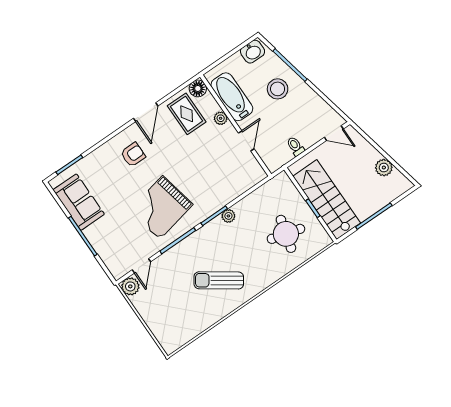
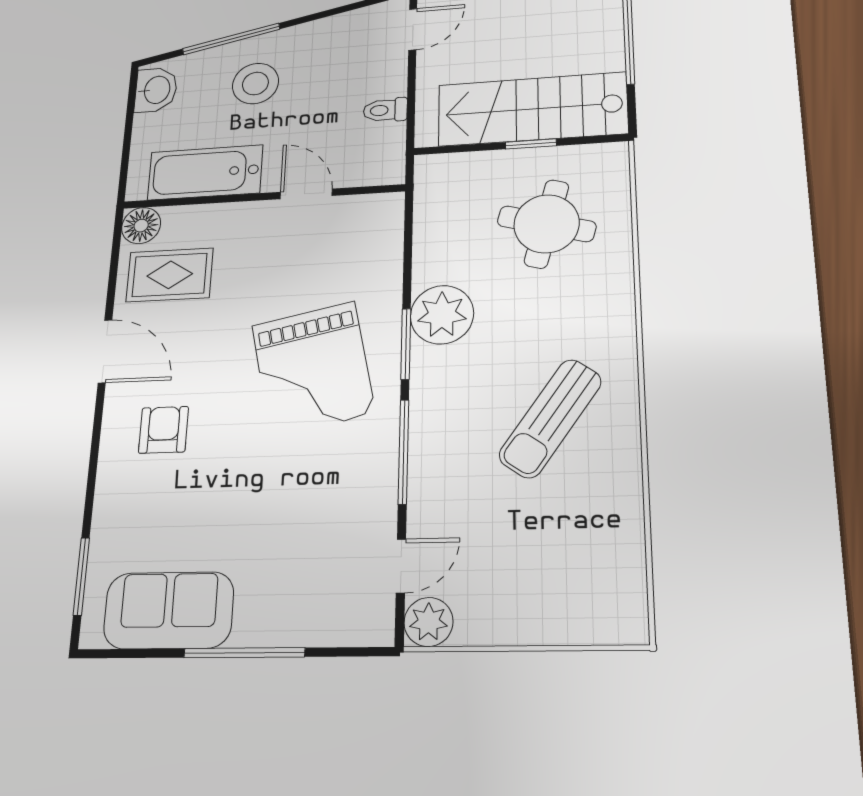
plant: (221, 118) -> (227, 216), removed
grand piano: (161, 207) -> (313, 369), moved
plant: (228, 216) -> (442, 315), width x1.87, depth x1.87
door: (141, 266) -> (401, 566), hinge flipped

